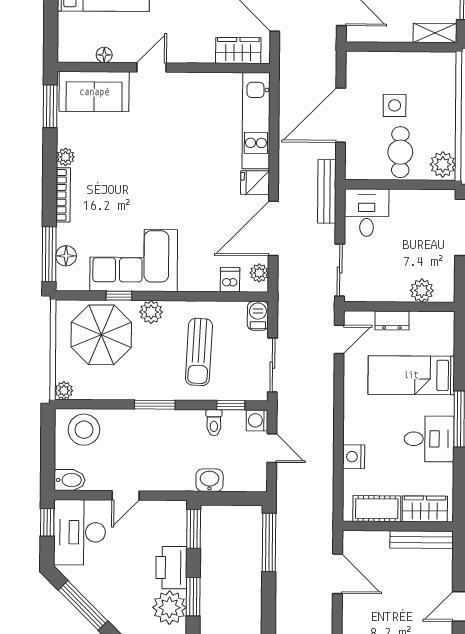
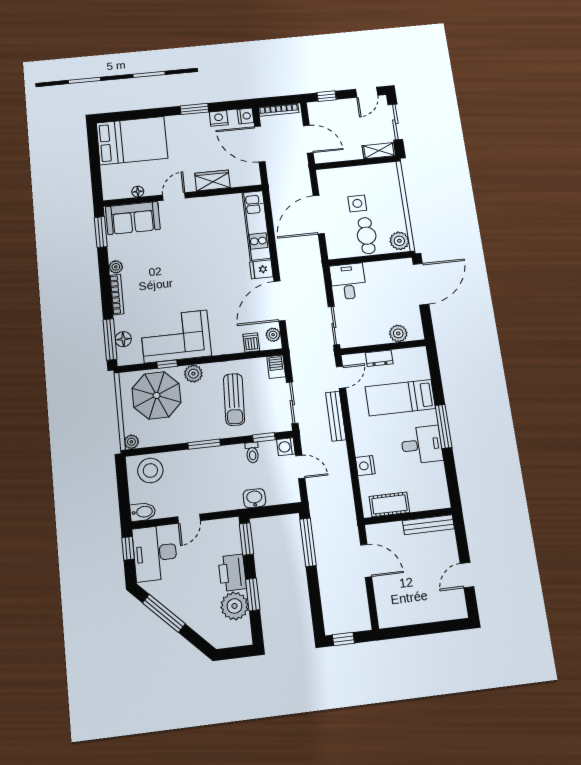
wardrobe: (238, 51) -> (212, 180), moved
bench: (327, 191) -> (336, 416), moved
wardrobe: (425, 509) -> (427, 500), removed

